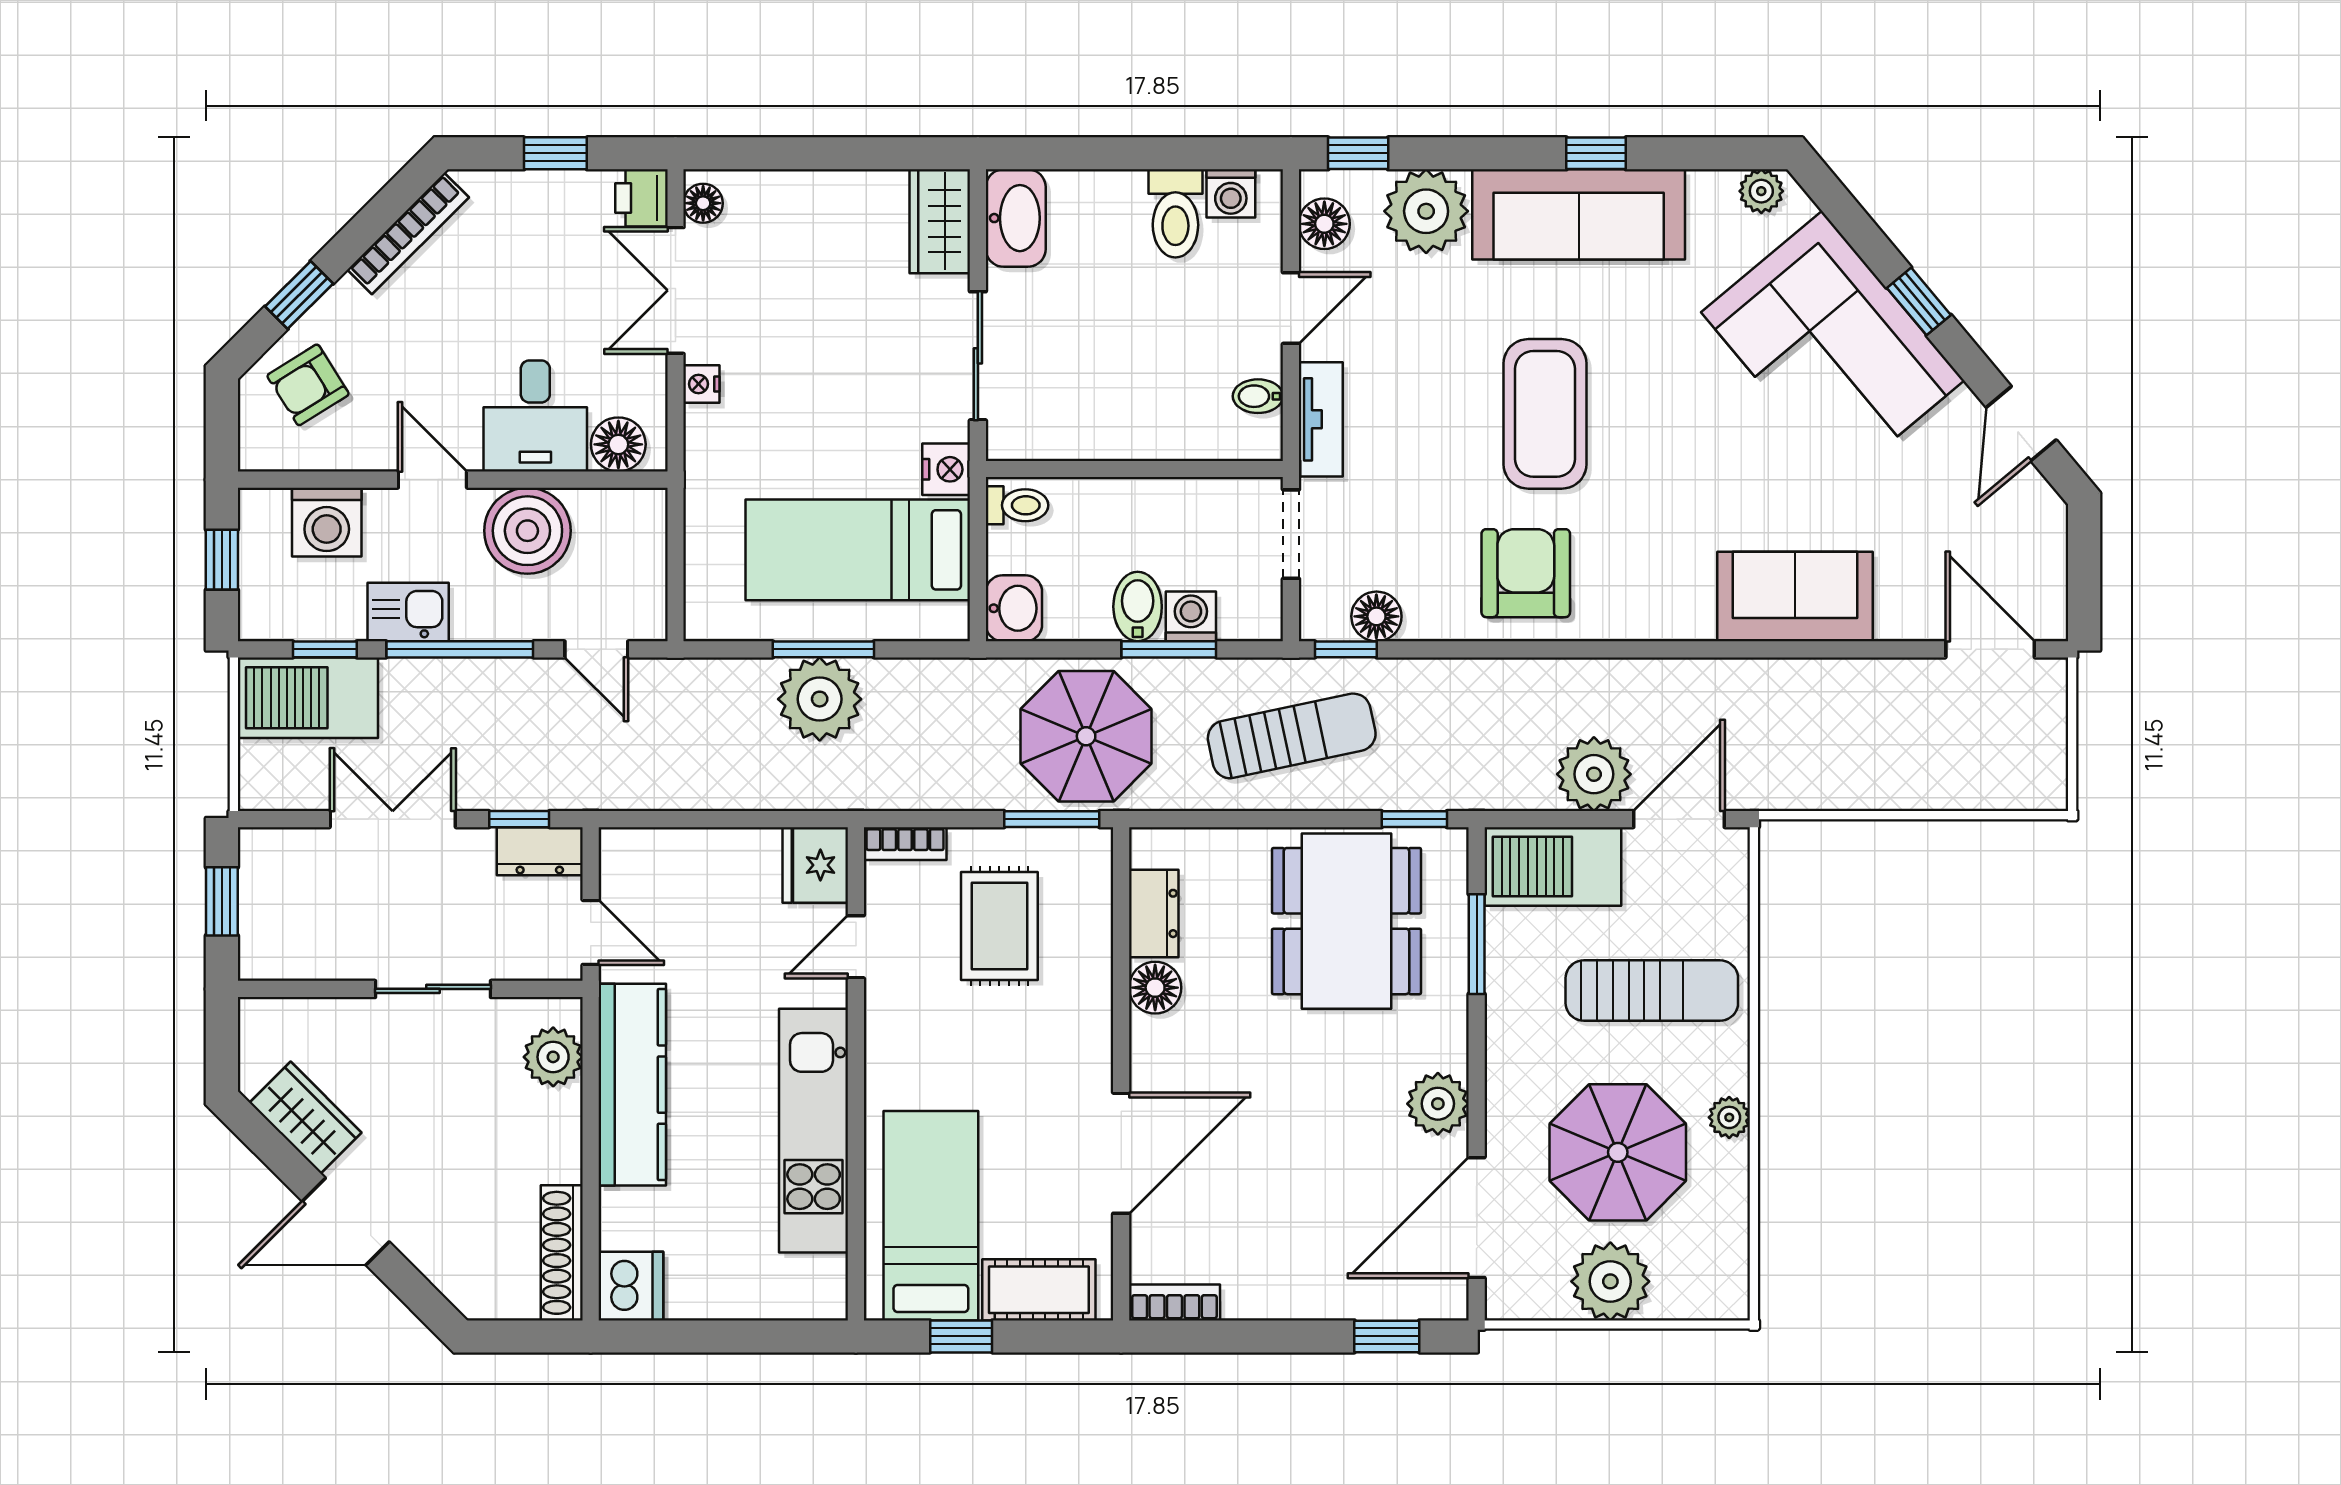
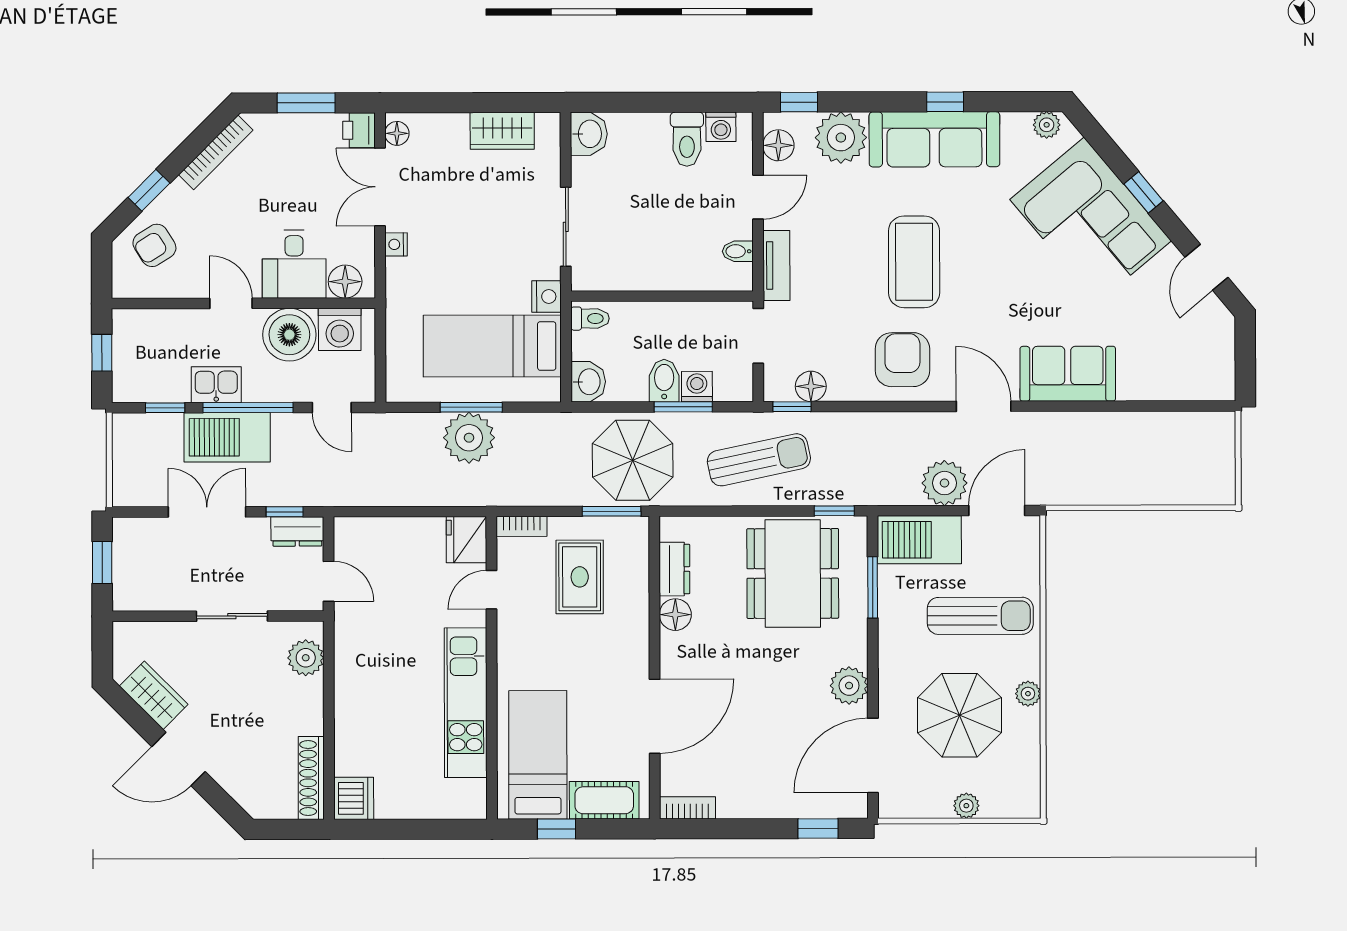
window: (555, 153) -> (306, 103), width x1.50
washbasin: (1016, 218) -> (589, 134), width x0.72
wardrobe: (940, 221) -> (502, 131), moved, turned -90
washing machine: (327, 522) -> (340, 329), moved
door: (1990, 649) -> (984, 406), moved
barbecue: (308, 698) -> (227, 437), moved
kitchen counter: (632, 1085) -> (354, 675), removed
plant: (1610, 1281) -> (966, 806), width x0.53, depth x0.53

